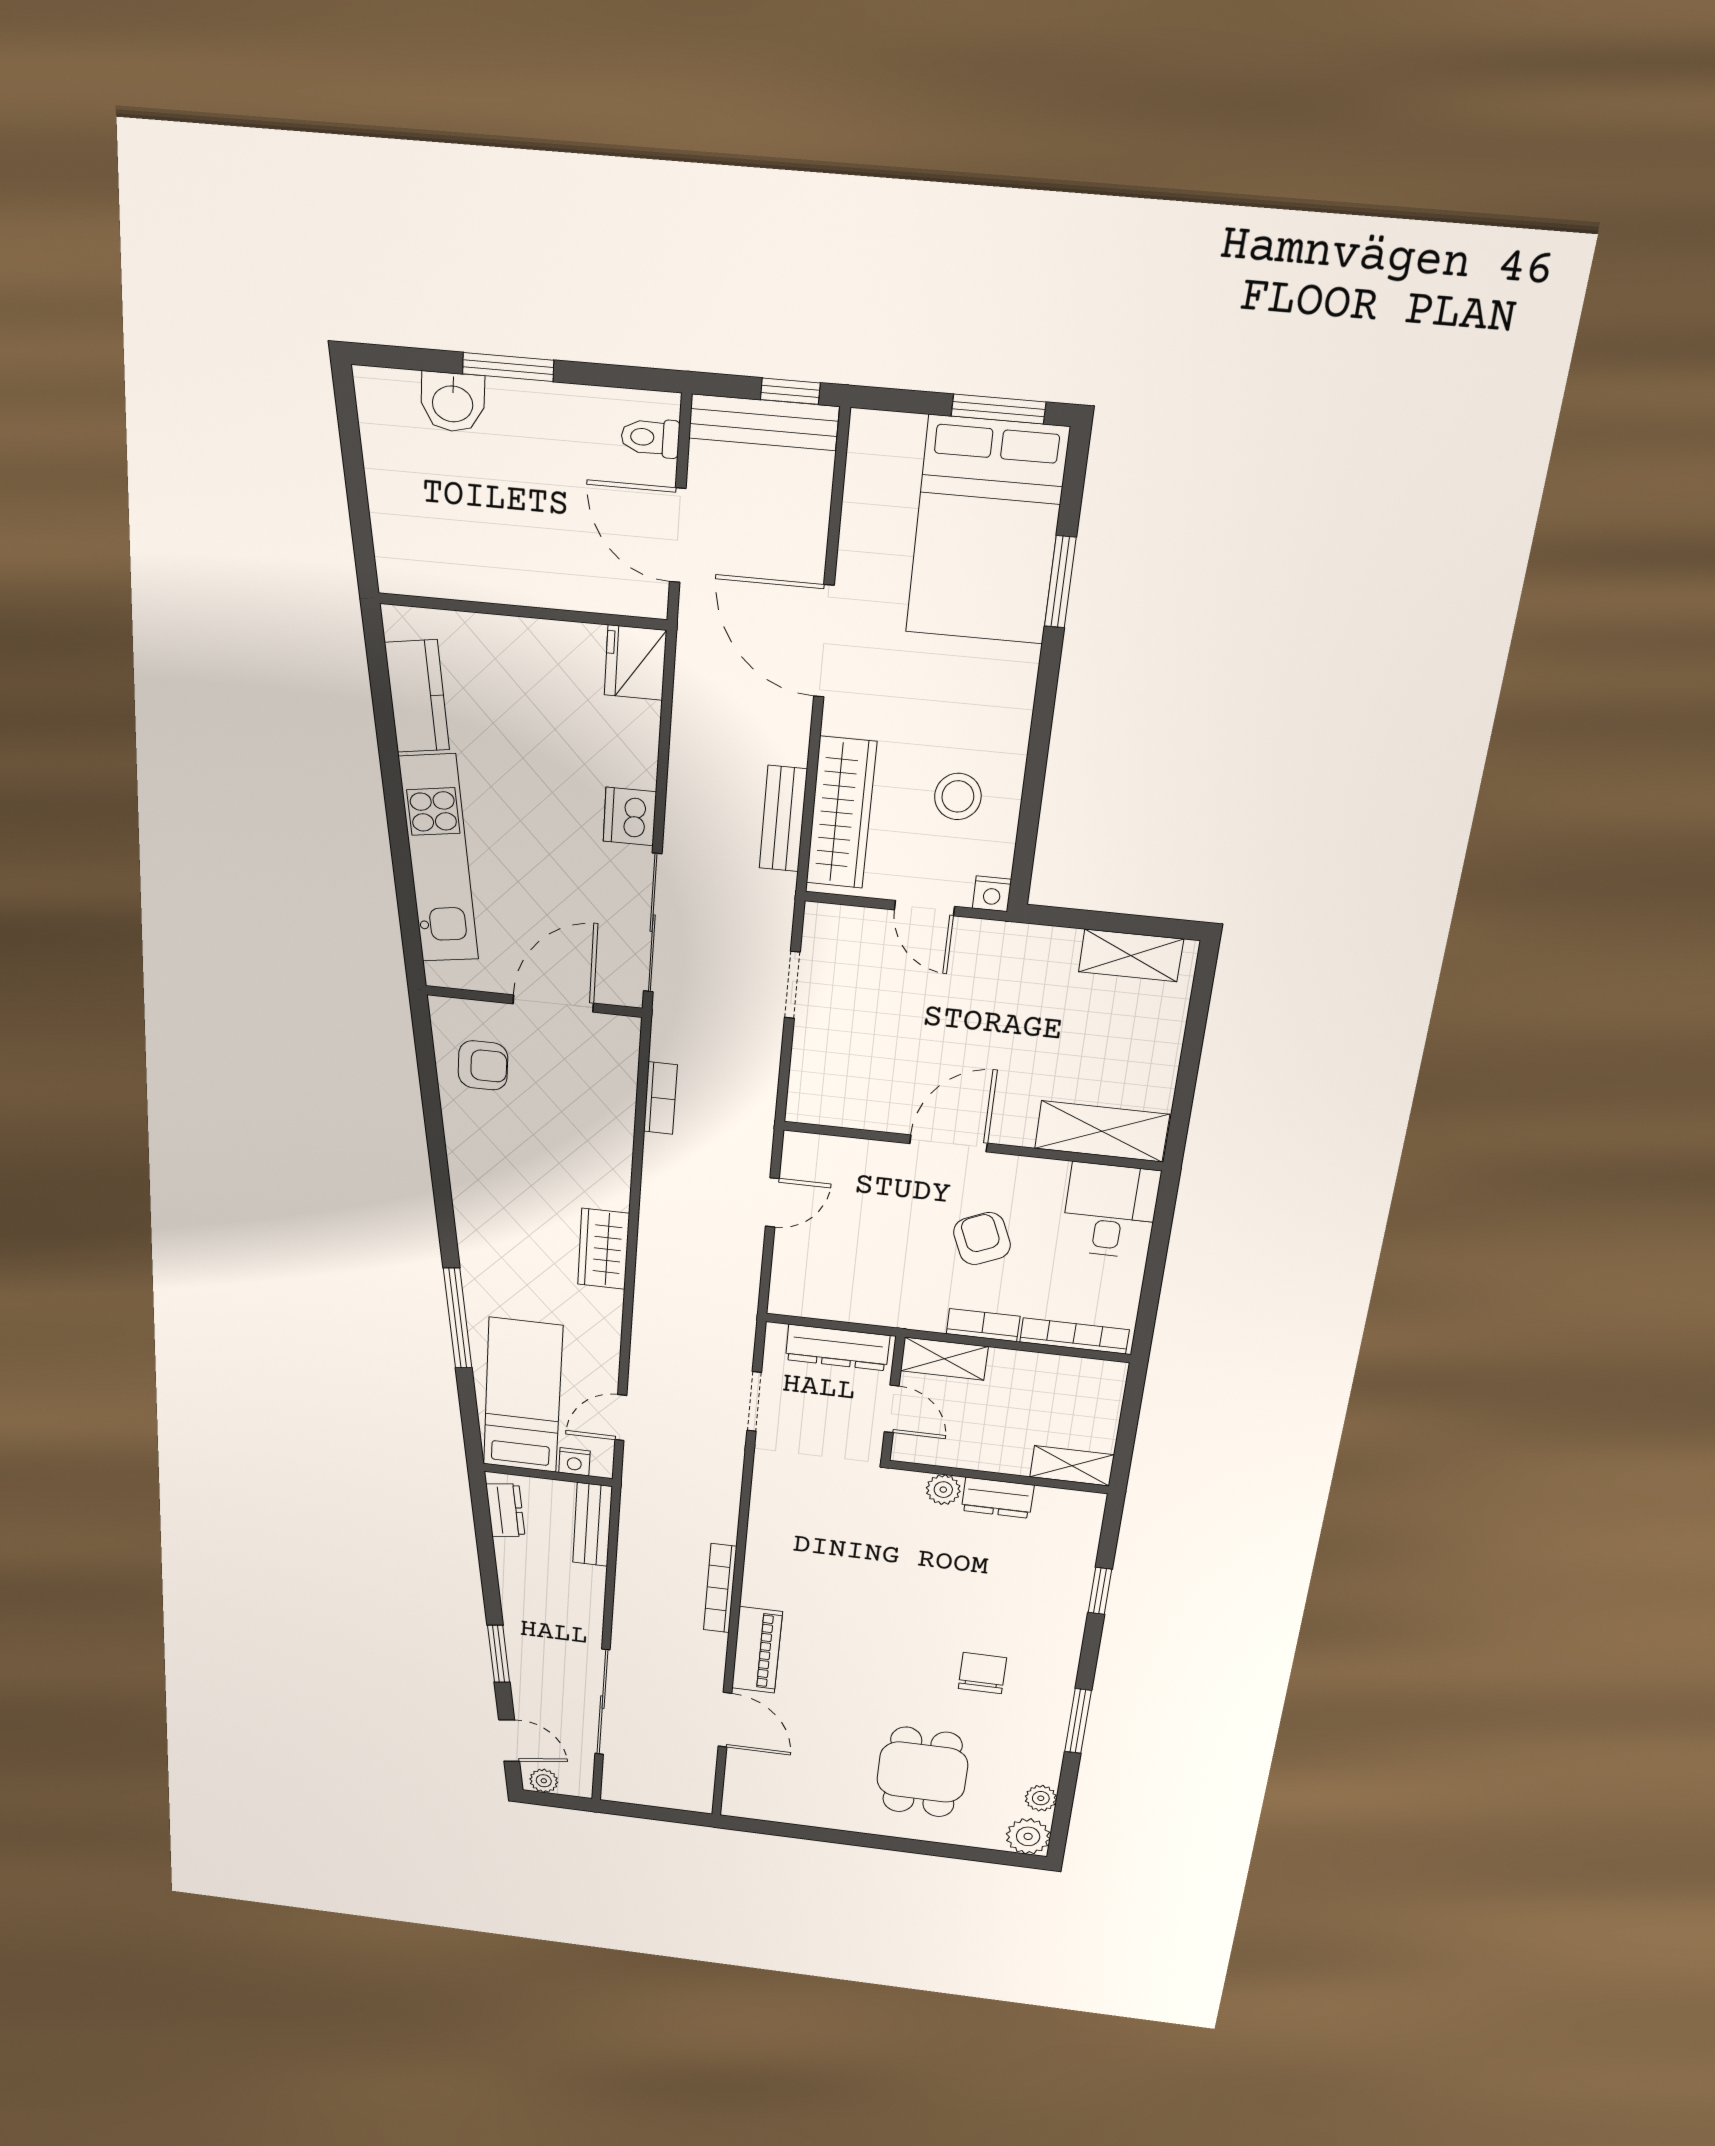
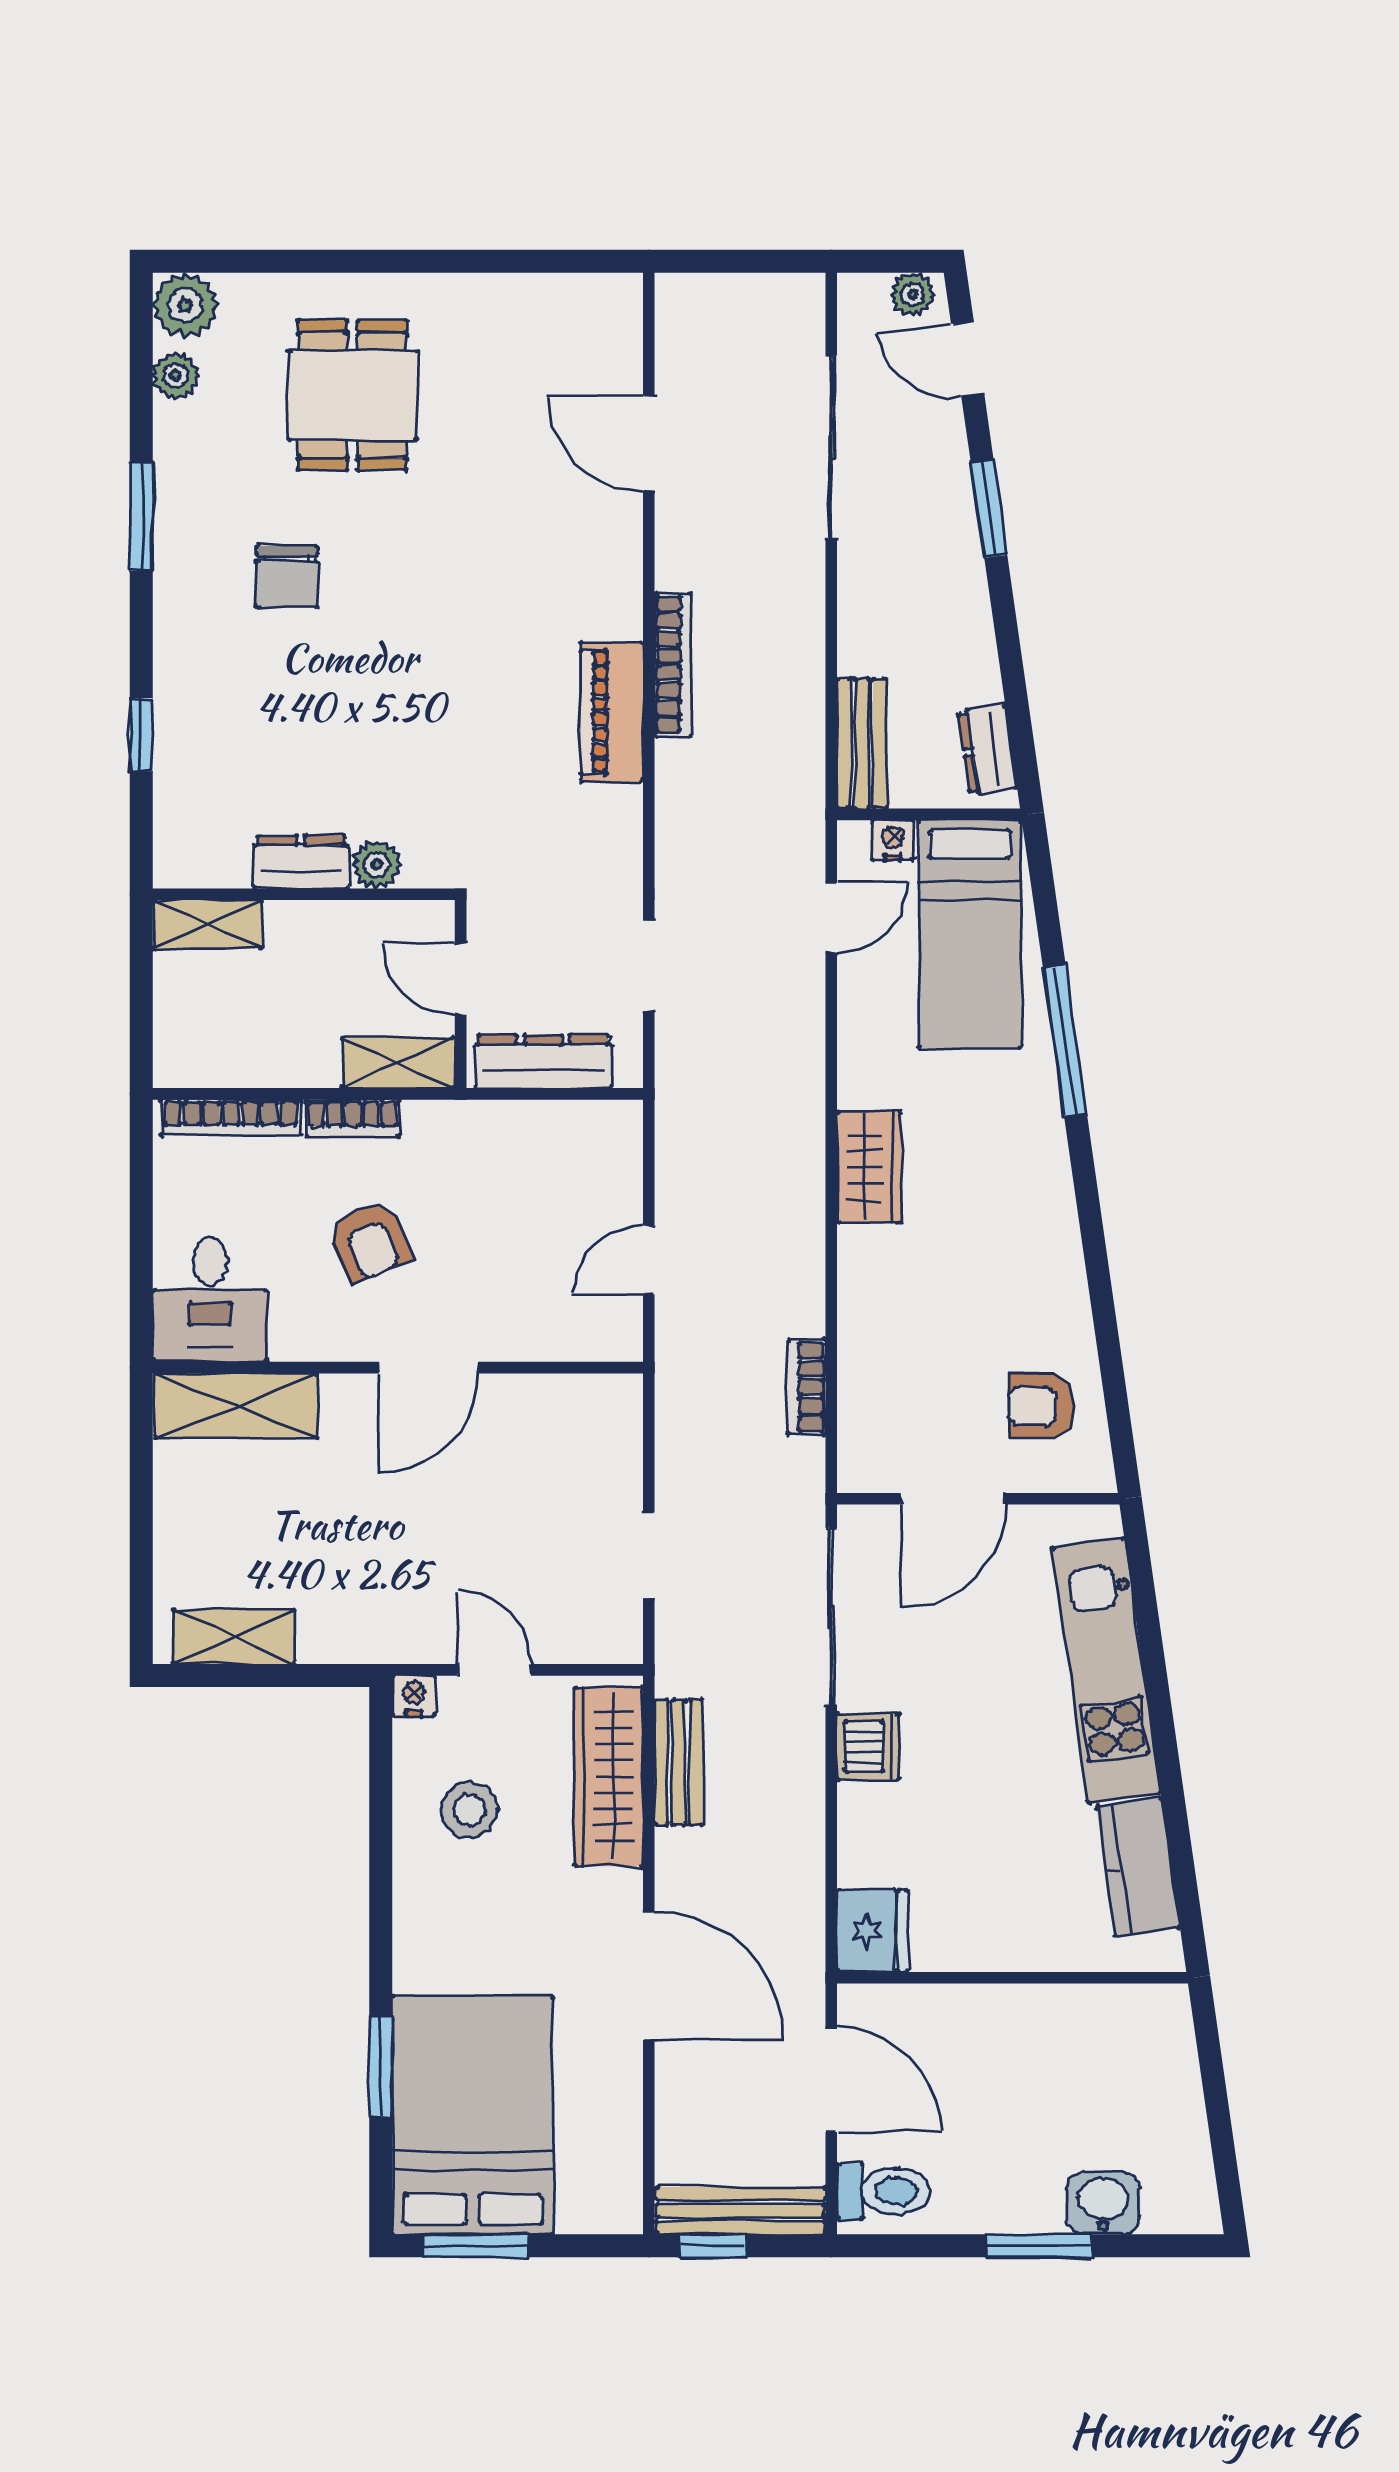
toilet: (650, 438) -> (883, 2191), width x1.37, depth x1.39
piano: (757, 1650) -> (612, 712), moved

